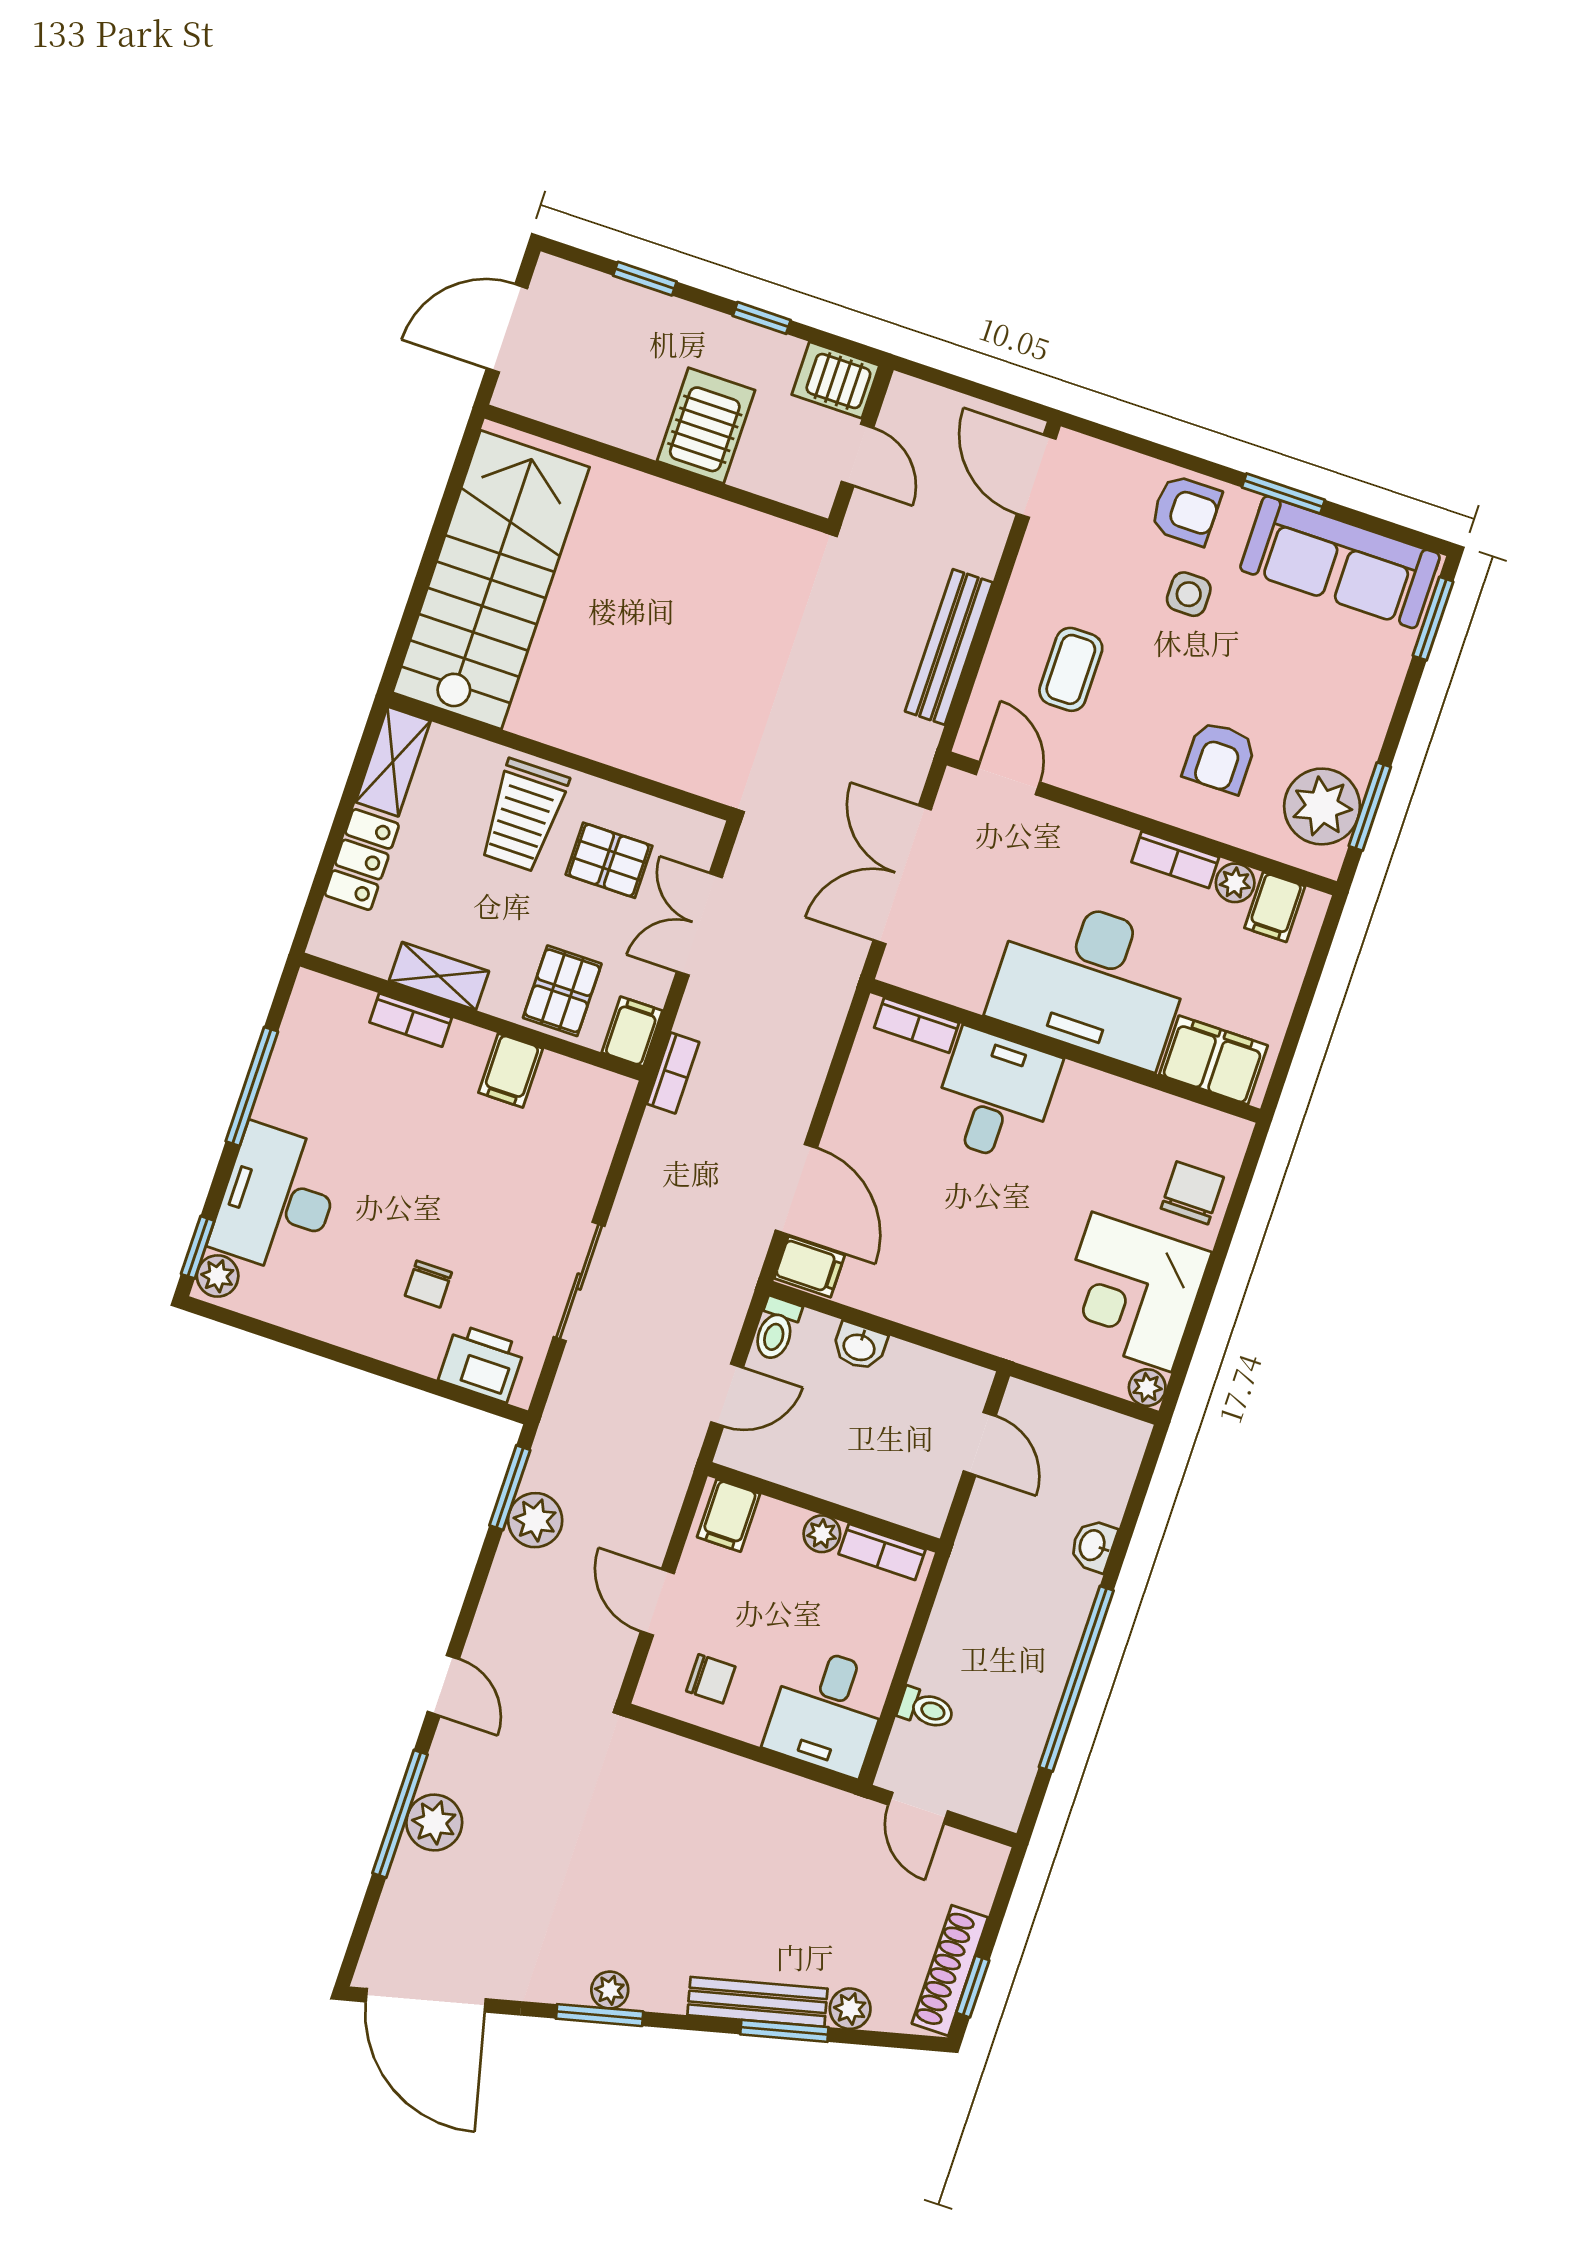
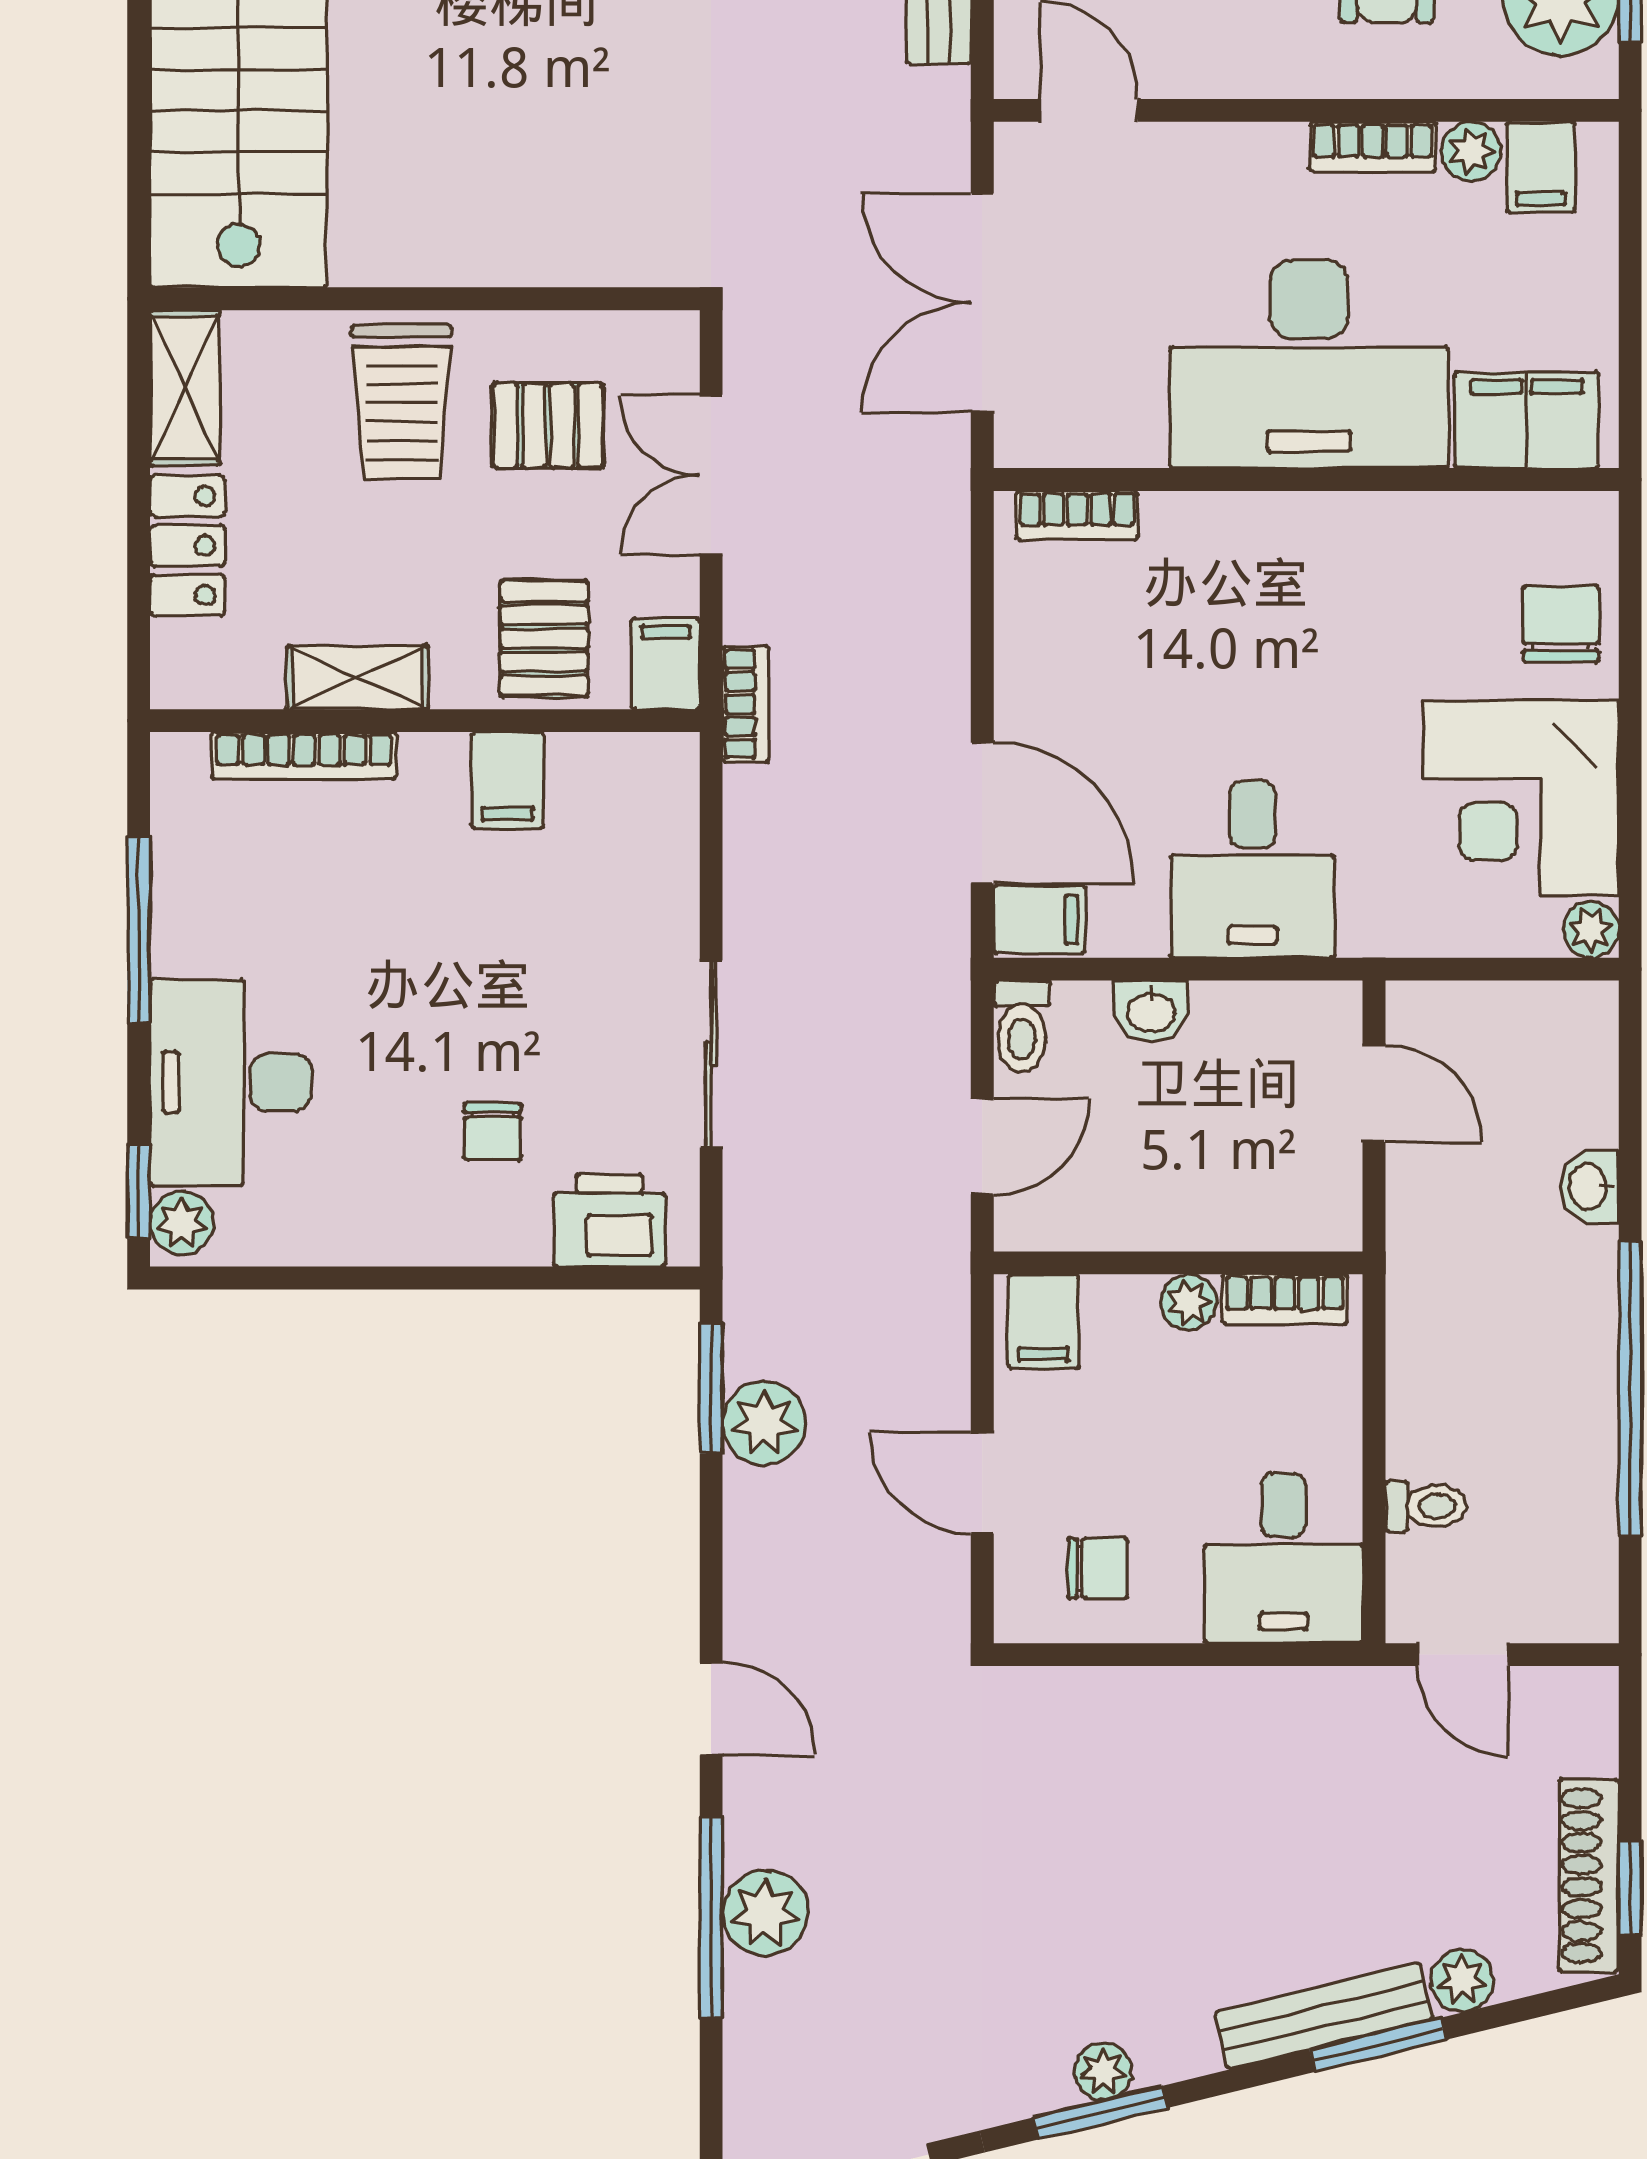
bookcase: (411, 1020) -> (304, 755), width x1.56
desk: (995, 1096) -> (1252, 869), moved, turned 180

